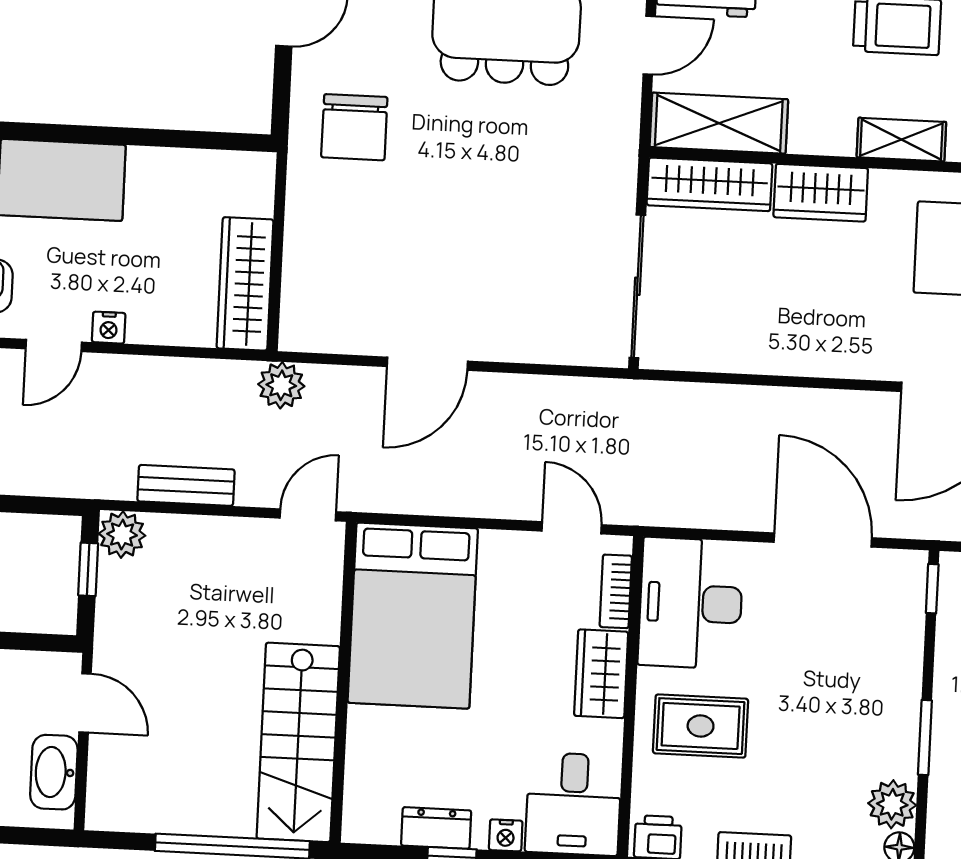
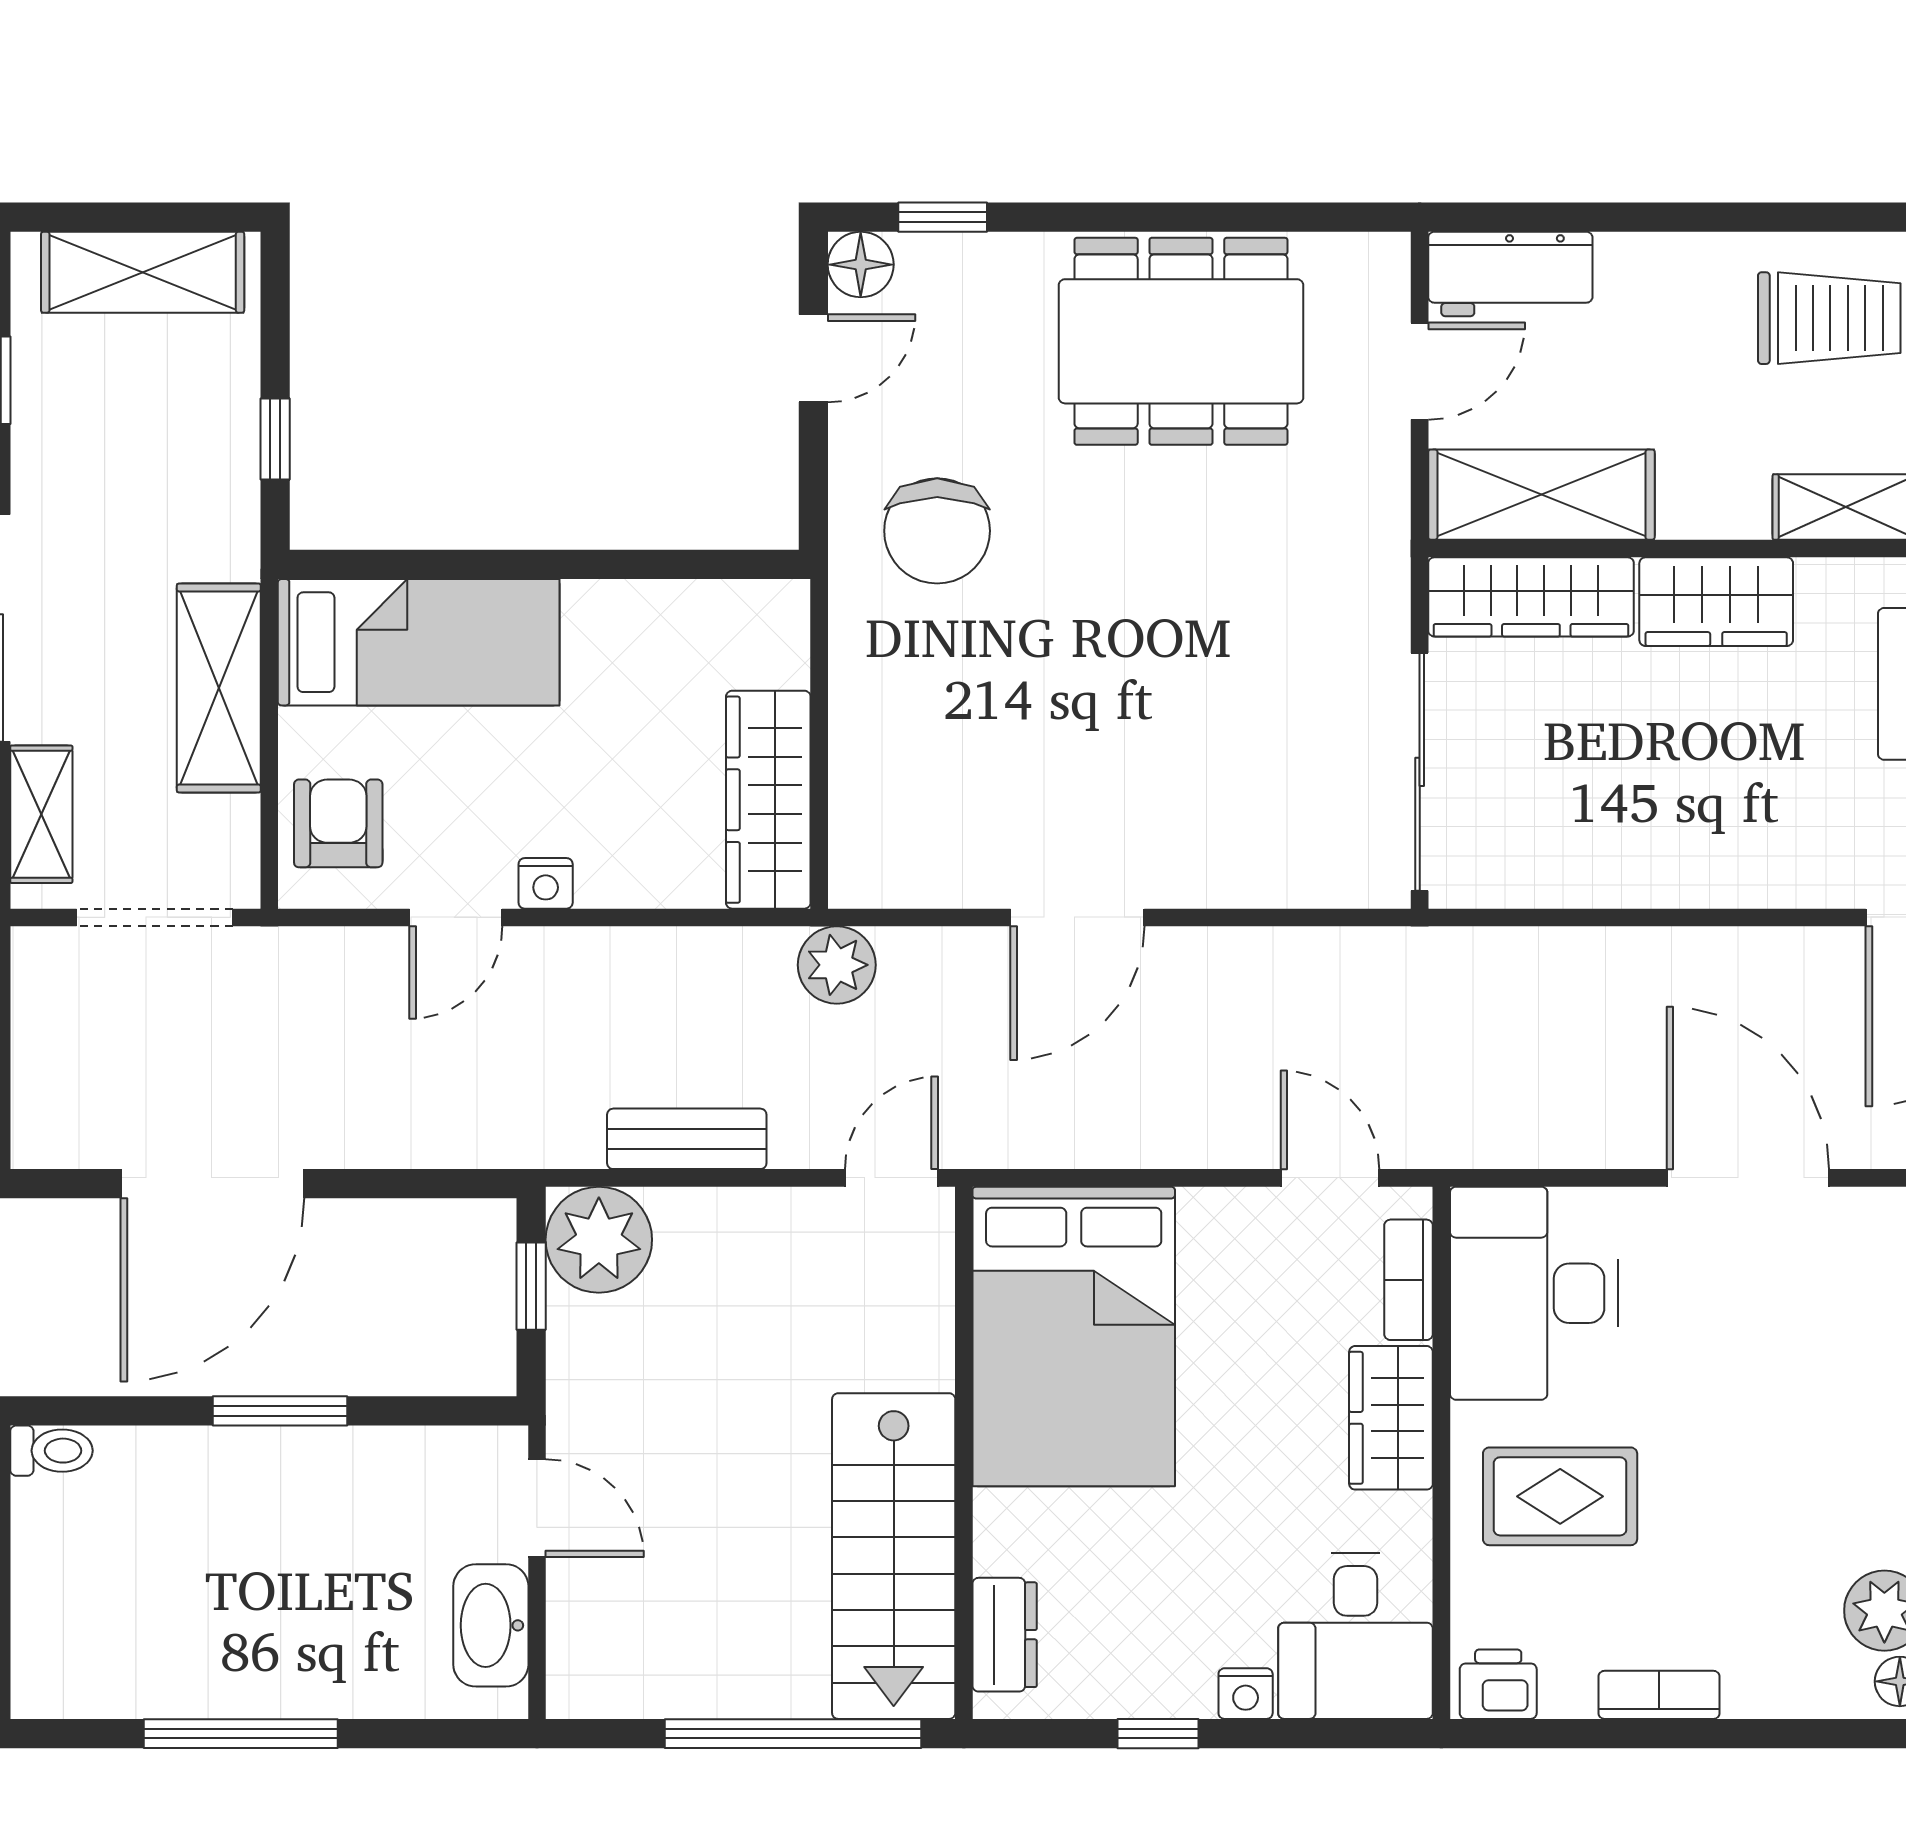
plant: (122, 535) -> (599, 1240), width x1.36, depth x1.36
dresser: (436, 828) -> (1005, 1635), moved, turned 90

